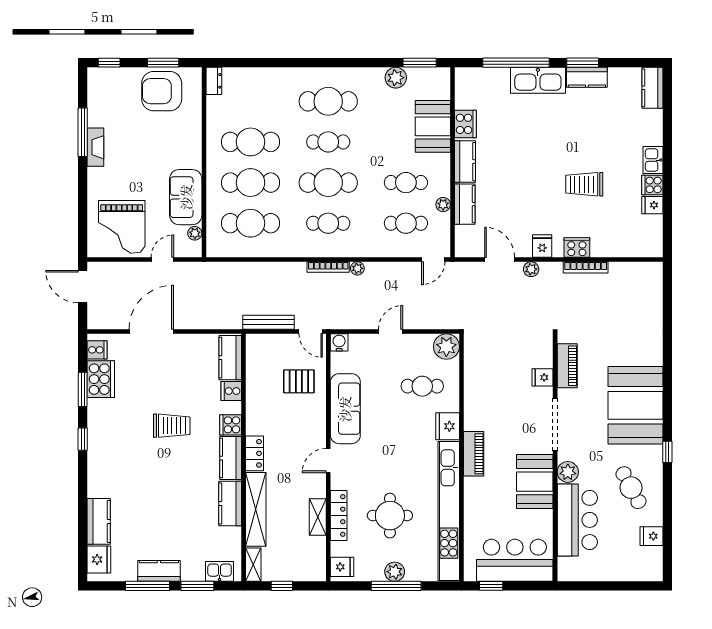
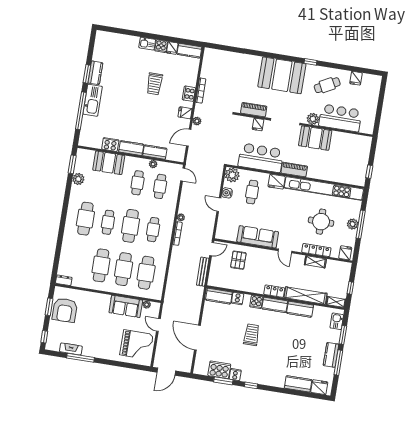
kitchen counter: (652, 88) -> (189, 51), moved
fireplace: (95, 147) -> (71, 349), moved
water cooler: (339, 342) -> (227, 193), moved
cooker: (97, 350) -> (235, 375), moved
bar counter: (515, 560) -> (261, 158), moved, turned 90

